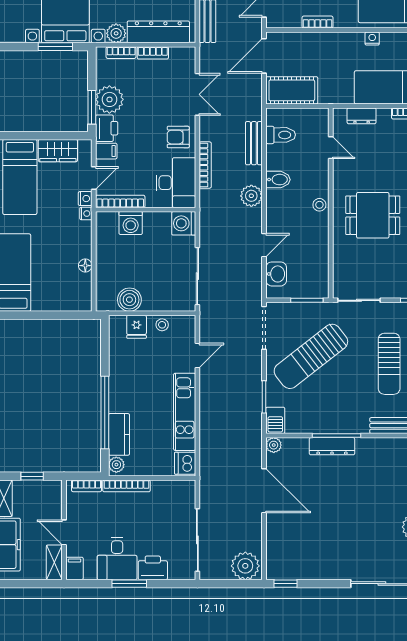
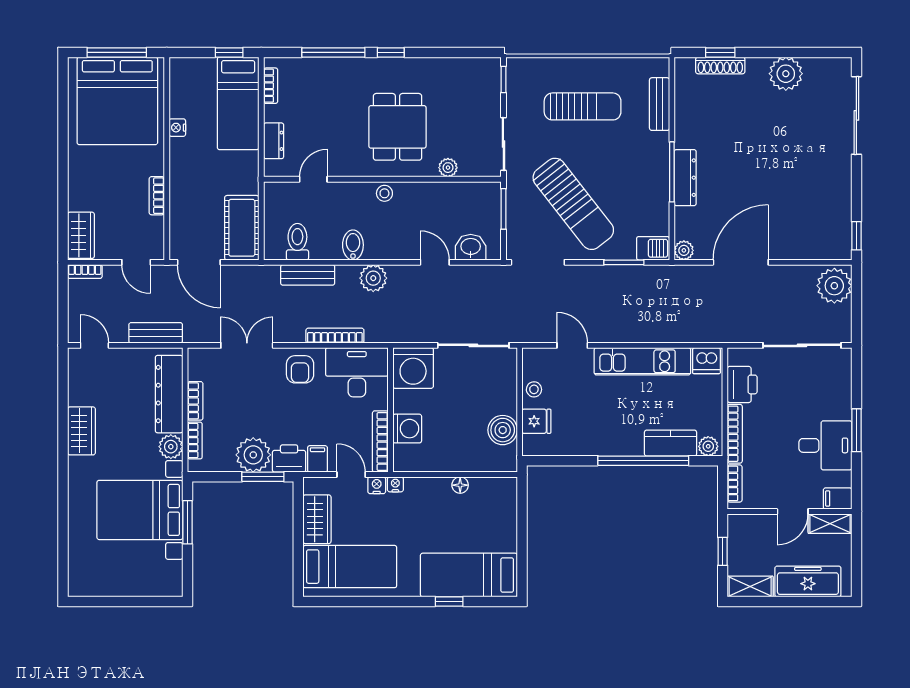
washing machine: (184, 223) -> (413, 368), width x1.37, depth x1.37
plant: (340, 256) -> (448, 168), added
printer: (153, 568) -> (742, 384), moved, turned 180

